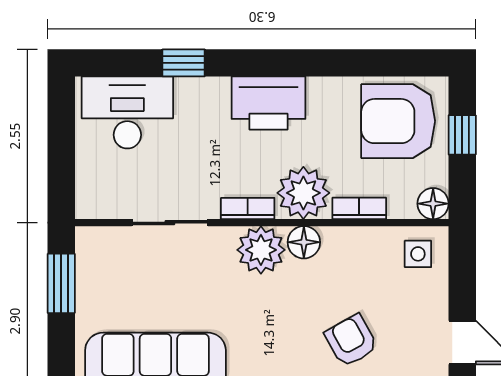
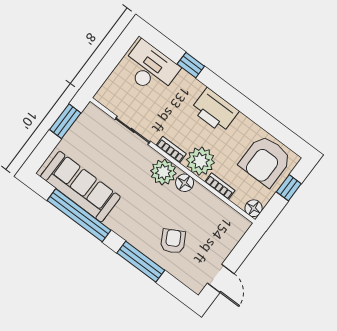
armchair: (398, 121) -> (265, 161), turned -90
side table: (418, 254) -> (231, 225), removed

